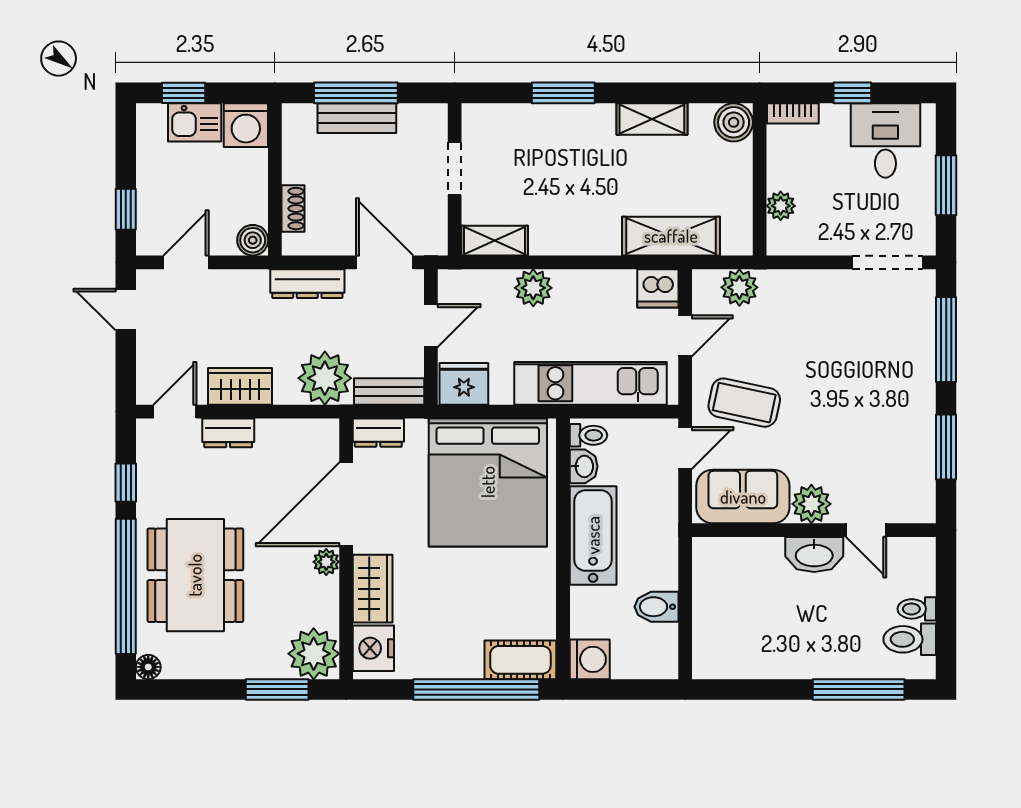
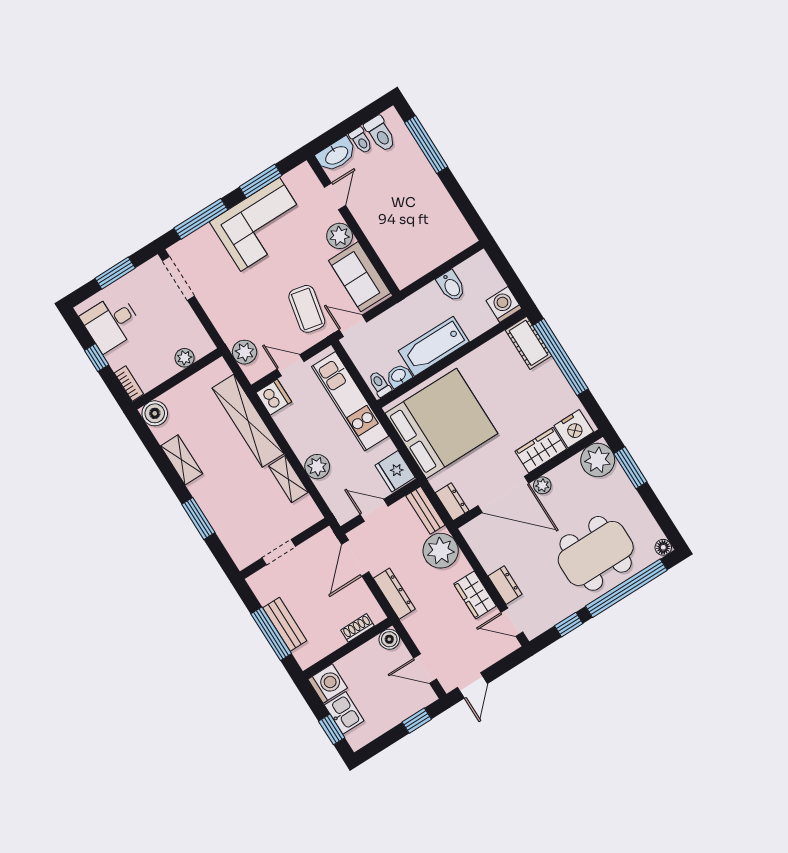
shelving: (671, 236) -> (248, 421), width x1.47
shelving: (495, 241) -> (288, 479), moved
corner sofa: (891, 411) -> (260, 224), added
washbasin: (814, 555) -> (336, 155), moved, turned 90

